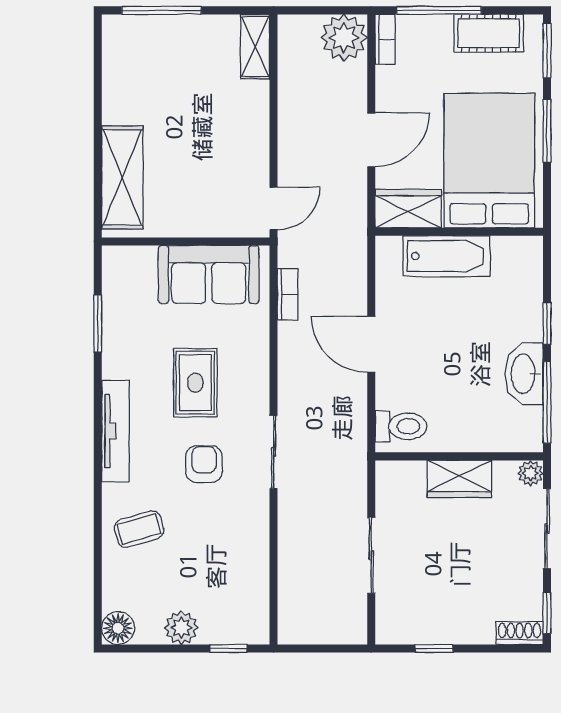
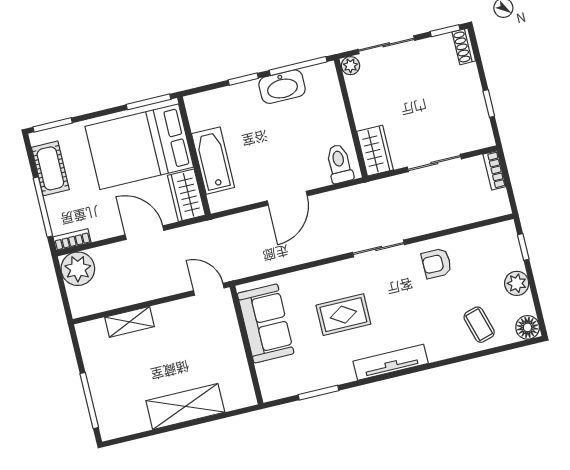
shelving: (255, 47) -> (129, 322), moved
window: (547, 131) -> (149, 102), moved
shelving: (122, 177) -> (185, 406), moved
bookcase: (288, 294) -> (494, 170), moved, turned -90
armchair: (204, 464) -> (437, 263), moved
wardrobe: (459, 479) -> (375, 151), moved
coffee table: (139, 529) -> (479, 325), moved

